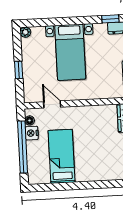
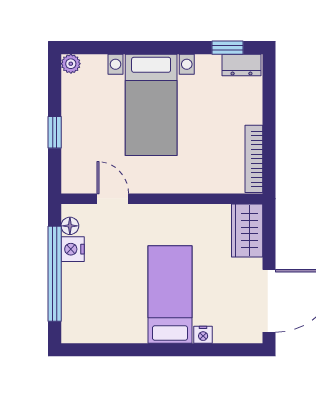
bed: (62, 156) -> (170, 294), moved
nightstand: (105, 176) -> (203, 335), added

